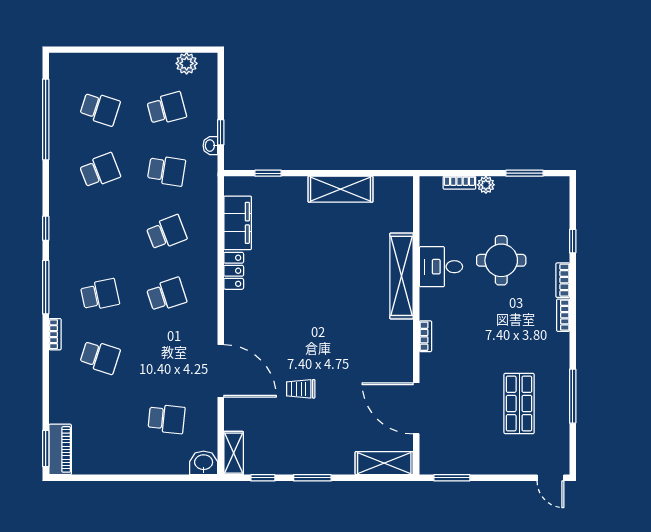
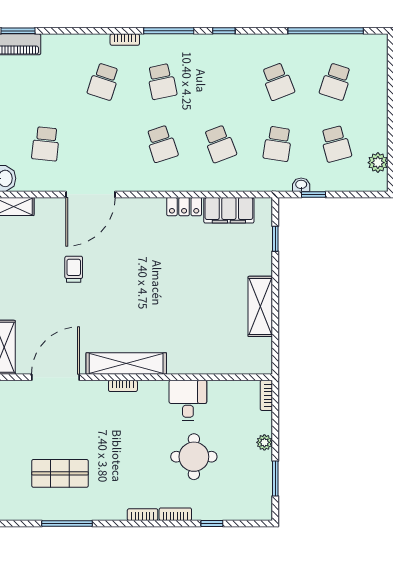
bookcase: (459, 183) -> (266, 395), moved
shelving: (401, 276) -> (126, 363), moved

